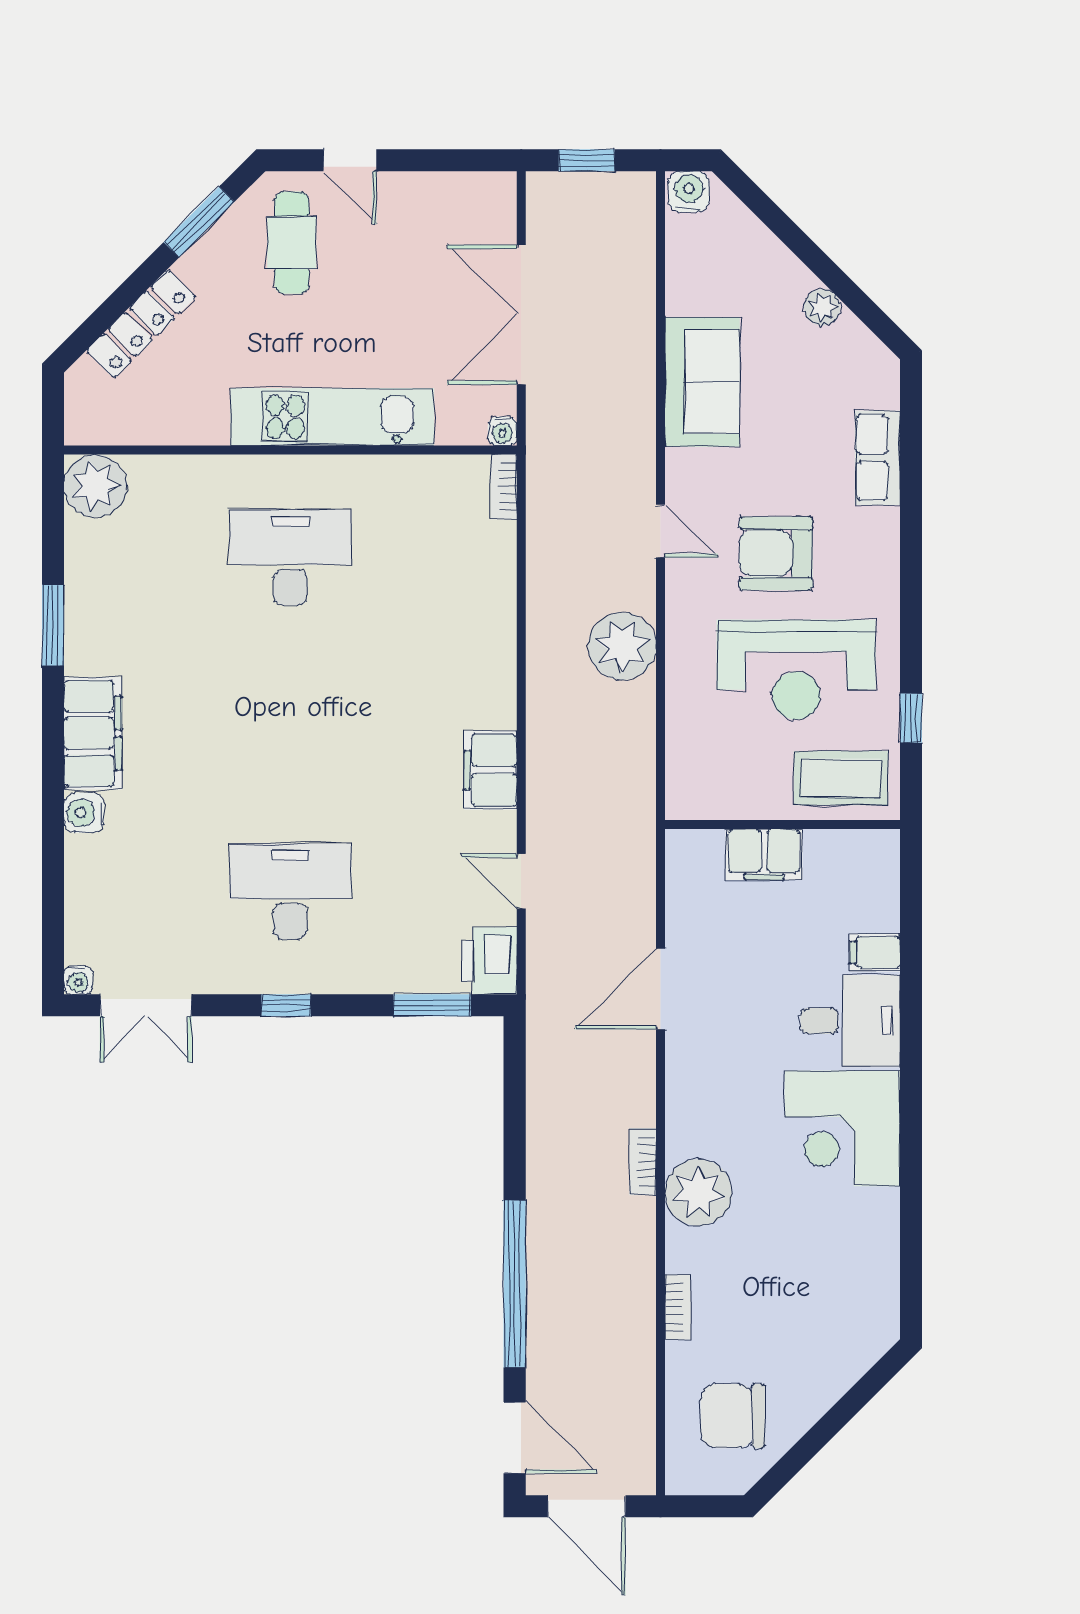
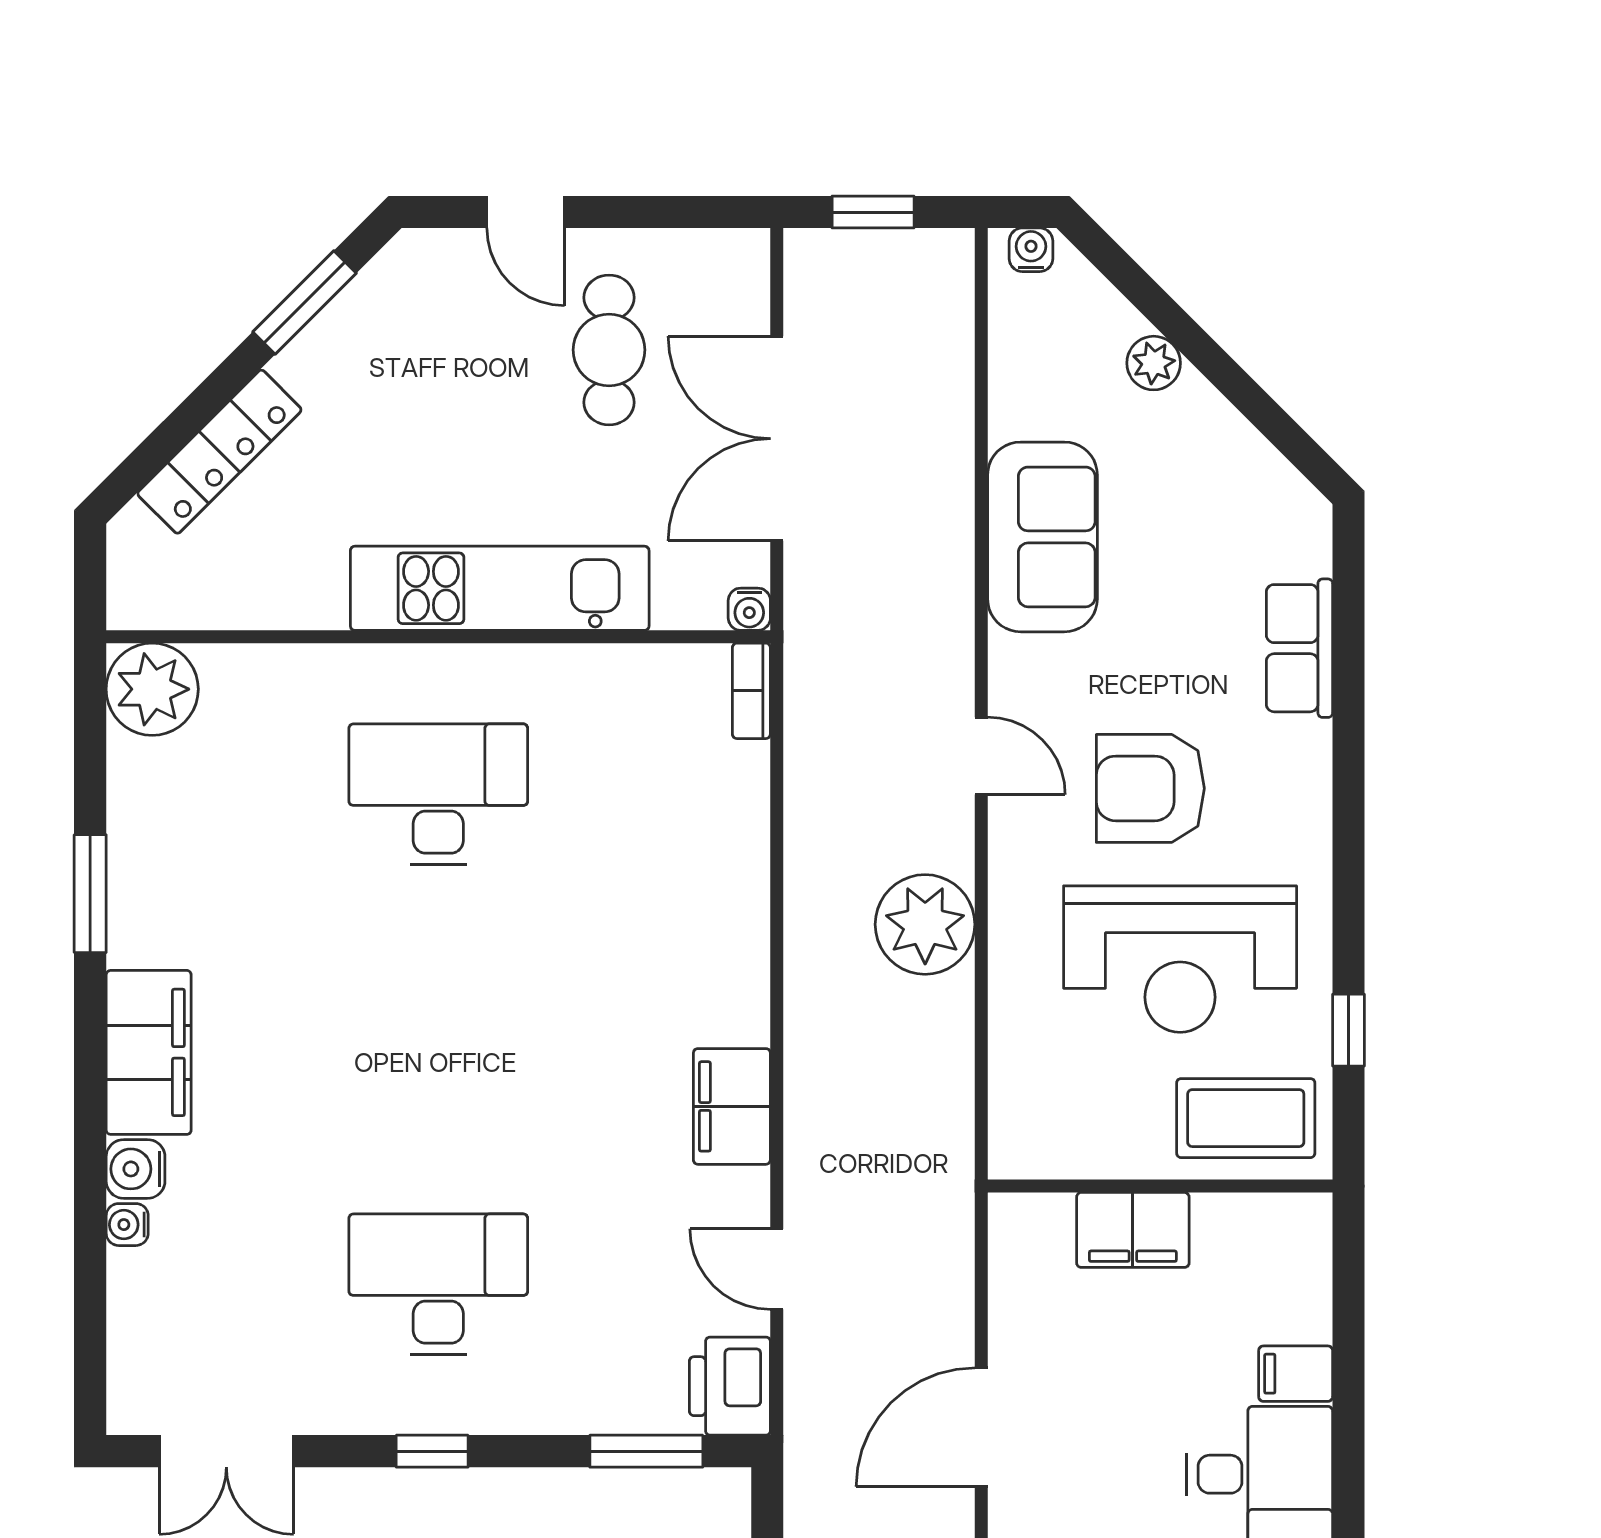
water cooler: (689, 192) -> (1031, 250), width x0.72, depth x0.72
cafe table: (292, 243) -> (609, 350), moved
plant: (822, 307) -> (1154, 363), moved
water cooler: (78, 980) -> (127, 1225), moved, turned 90

